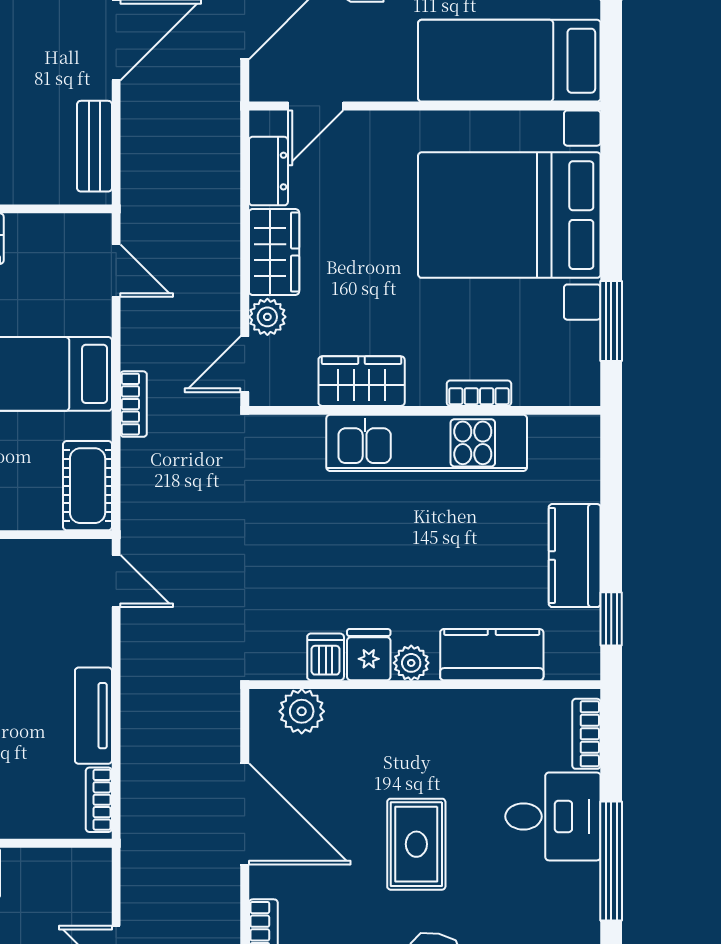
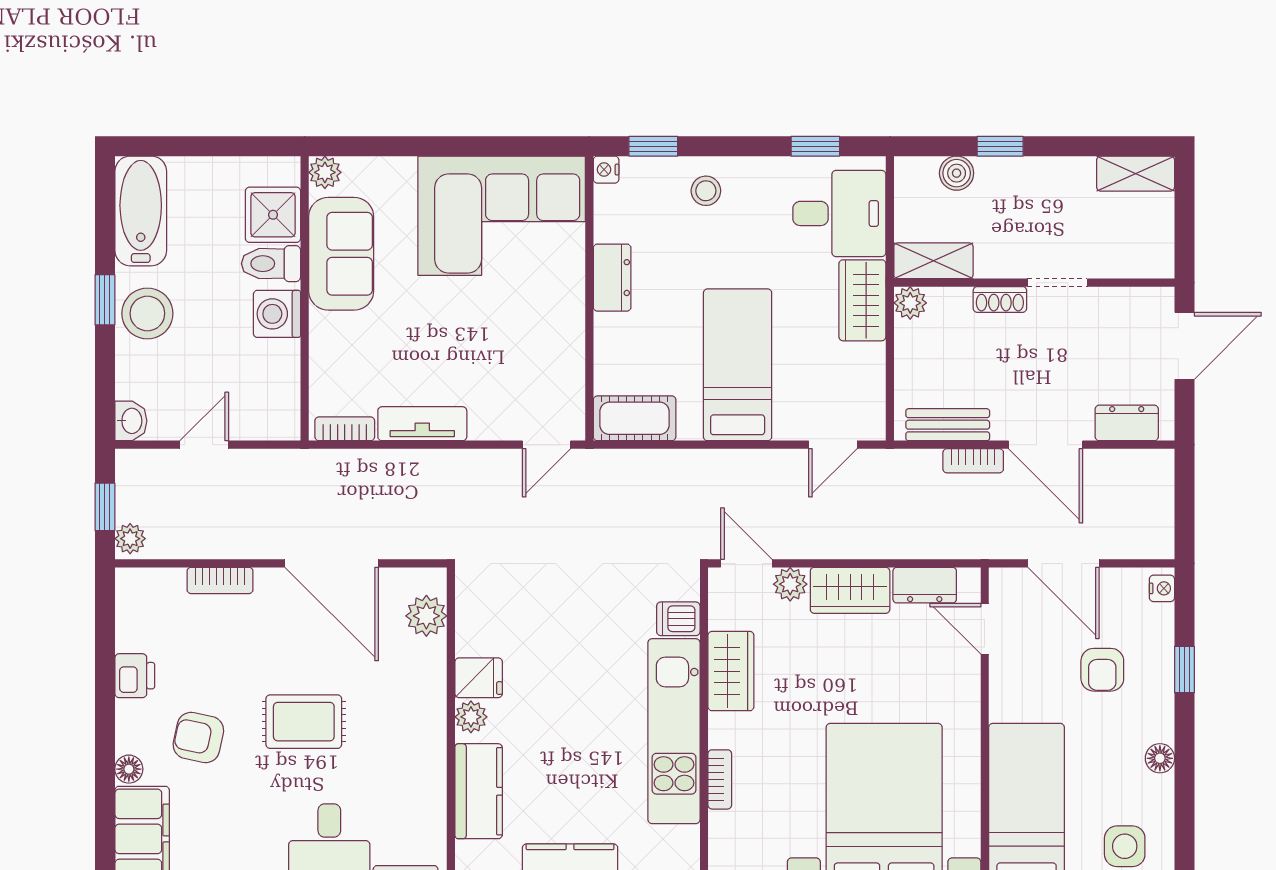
bookcase: (134, 404) -> (973, 461), moved
dishwasher: (326, 657) -> (678, 619), moved, turned 180
door: (245, 814) -> (332, 563), hinge flipped

